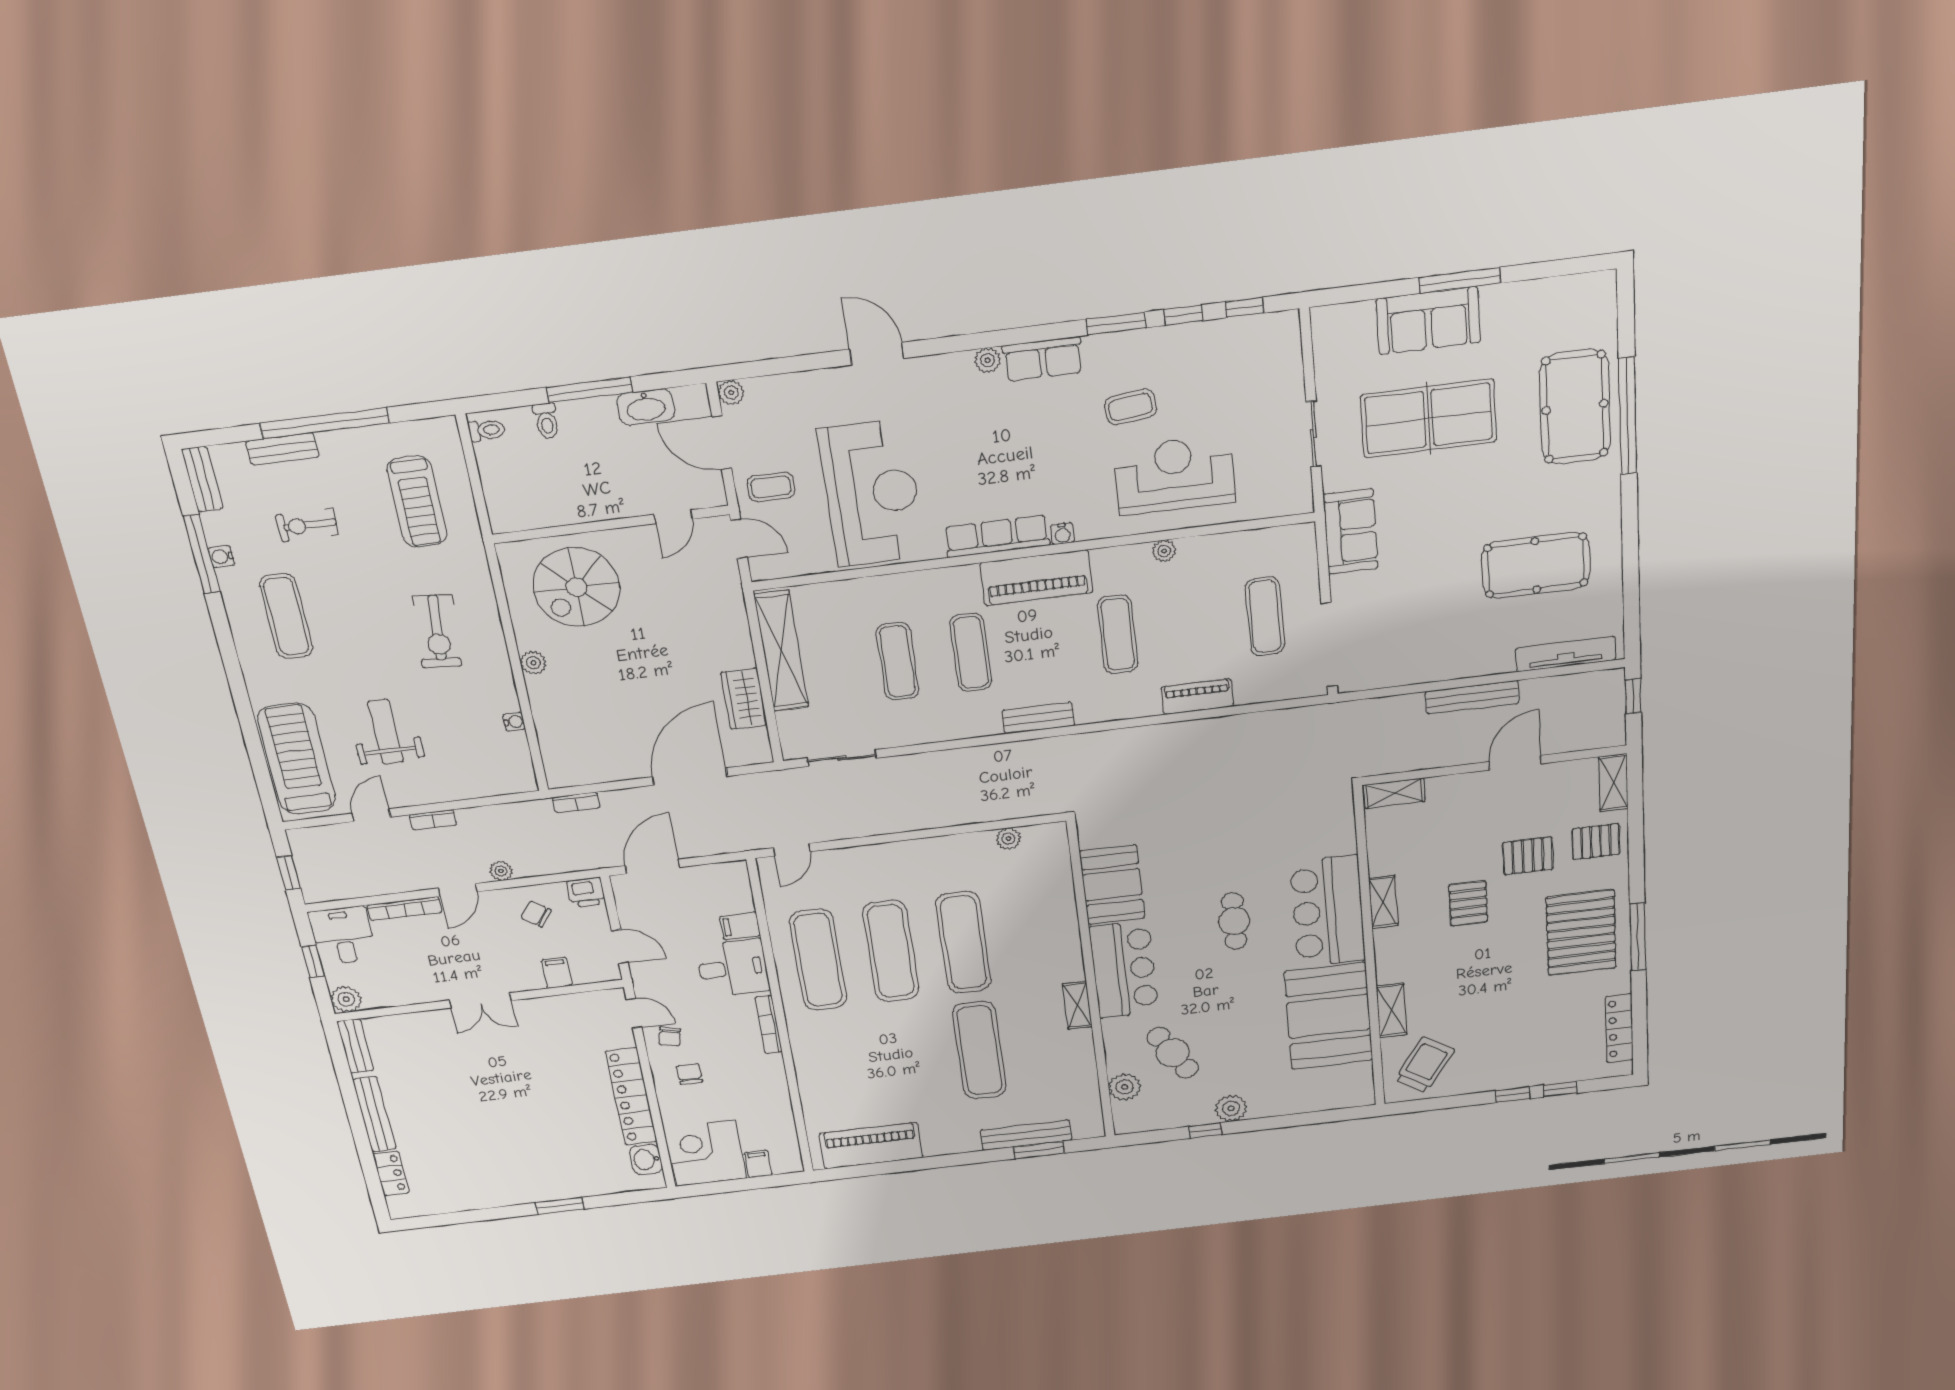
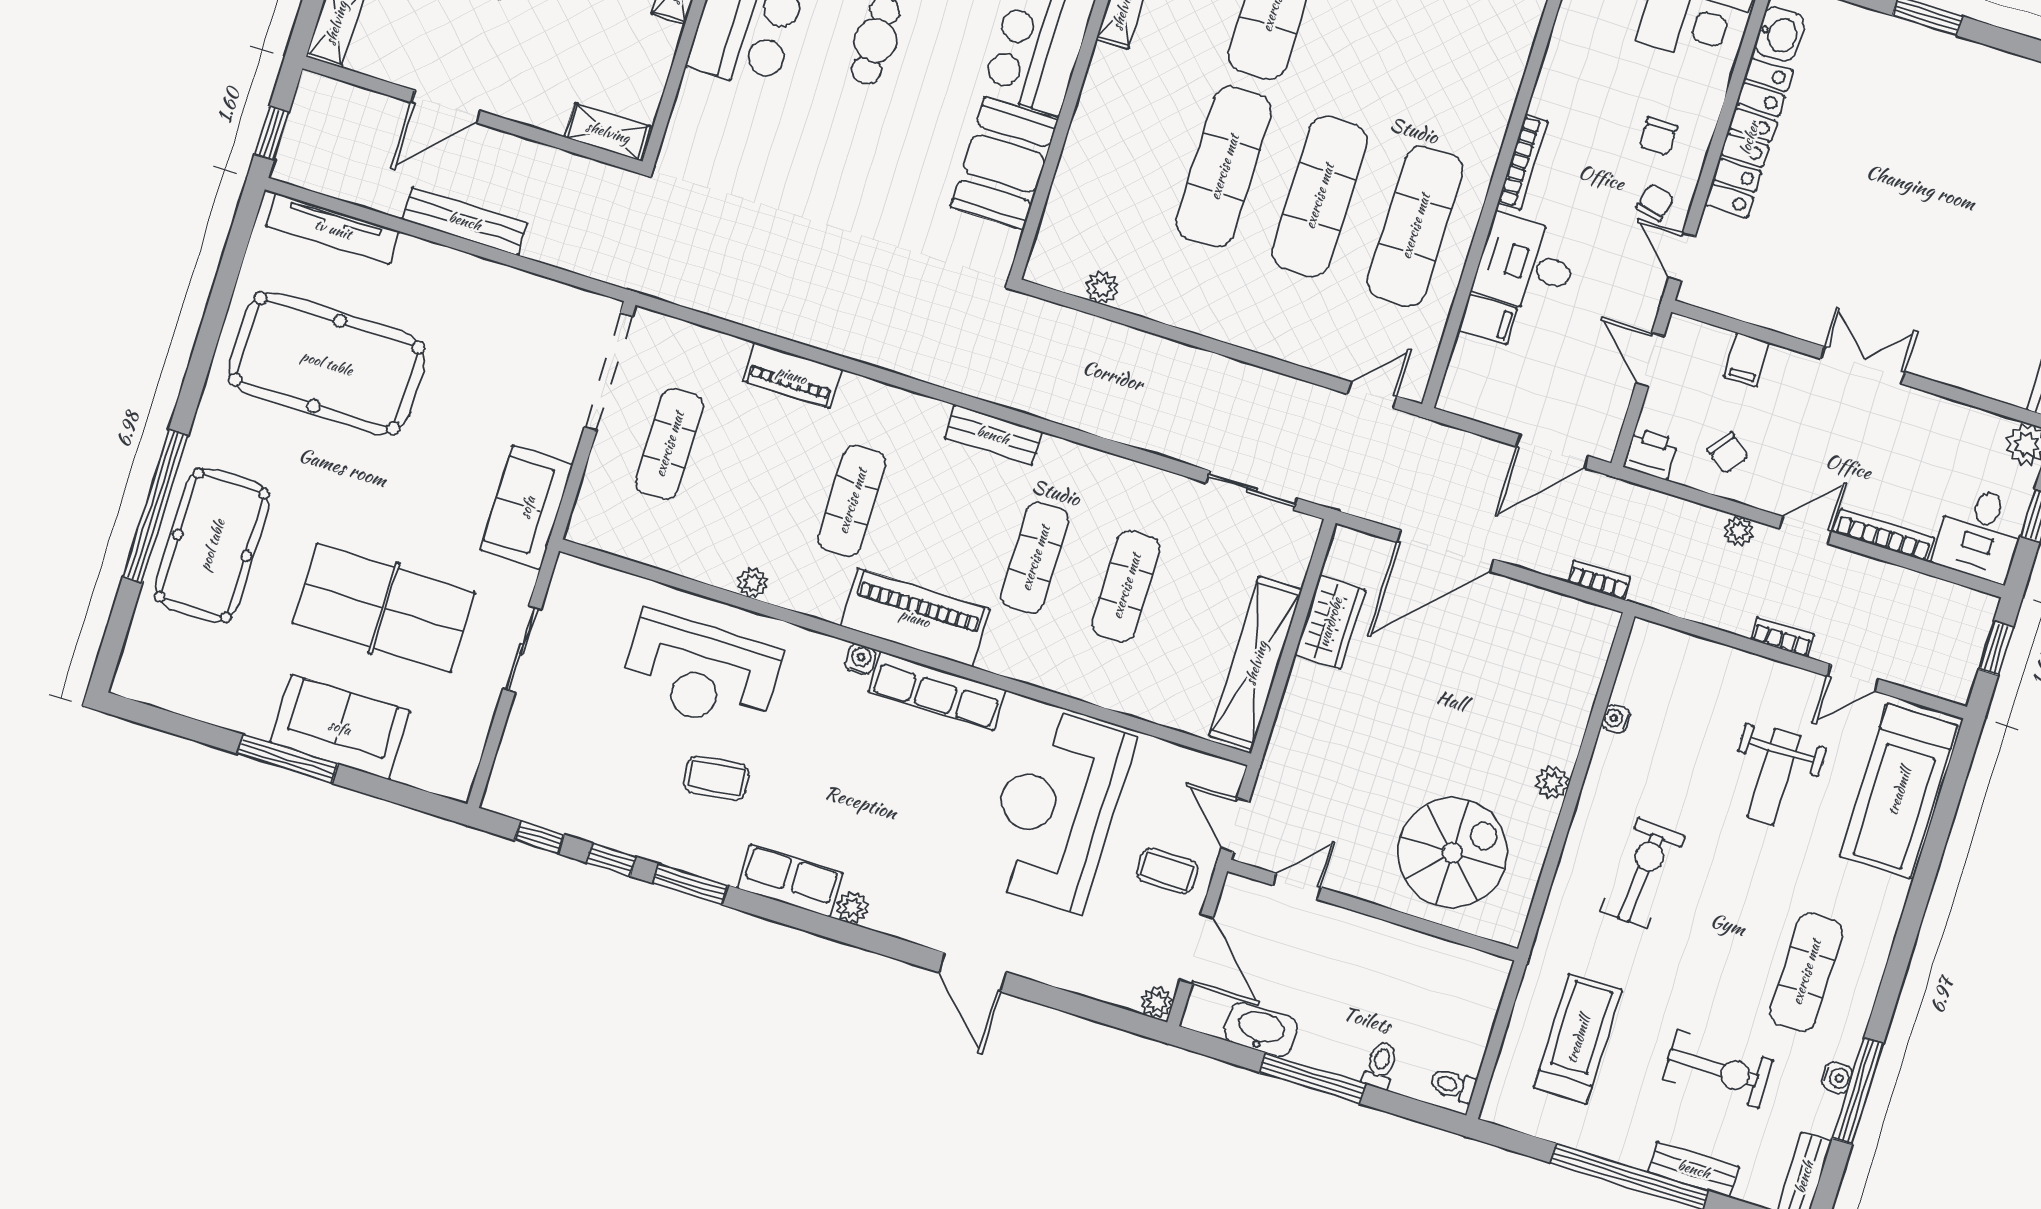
exercise bike: (307, 525) -> (1718, 1069), width x1.38, depth x1.39
pool table: (1536, 565) -> (327, 363), width x1.36, depth x1.32

